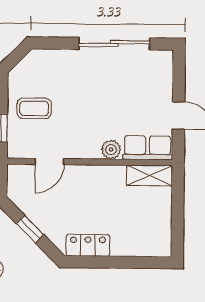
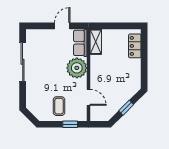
plant: (111, 150) -> (77, 68), width x1.88, depth x1.88
locker: (88, 245) -> (135, 46), moved

